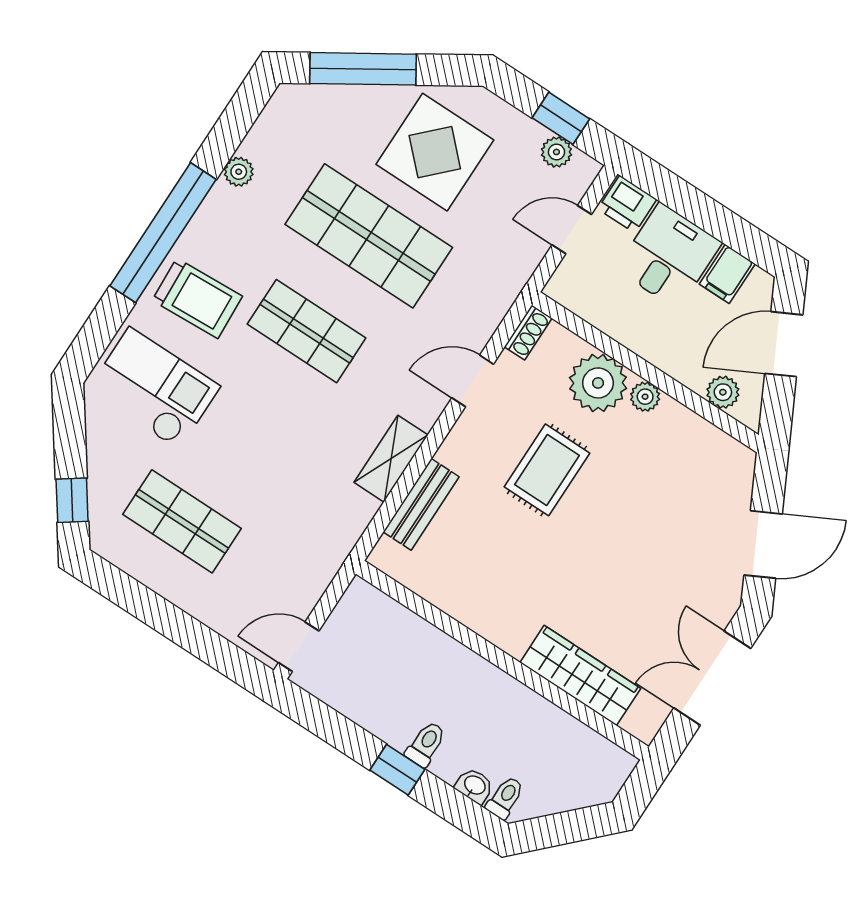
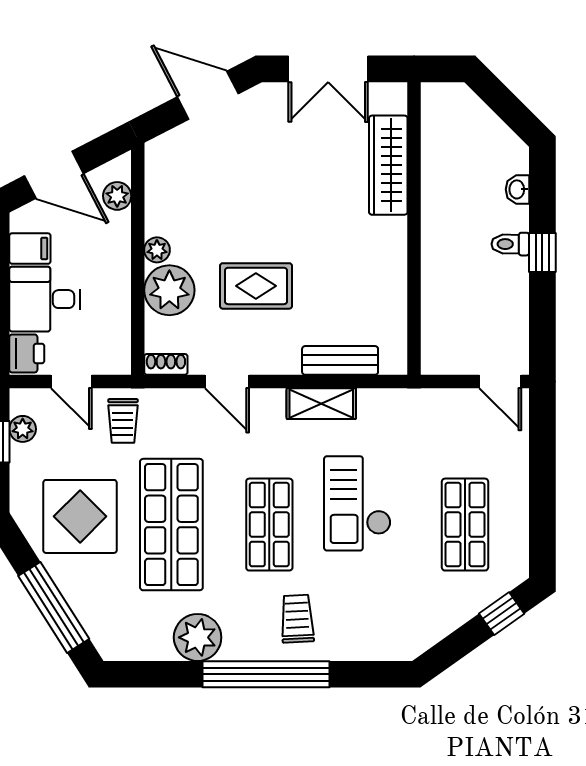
plant: (239, 172) -> (198, 637), width x1.88, depth x1.88
trolley: (500, 255) -> (123, 421), added
trolley: (197, 298) -> (297, 619), width x0.73, depth x0.72
checkout: (154, 388) -> (357, 503), moved
toilet: (505, 798) -> (512, 162), removed

